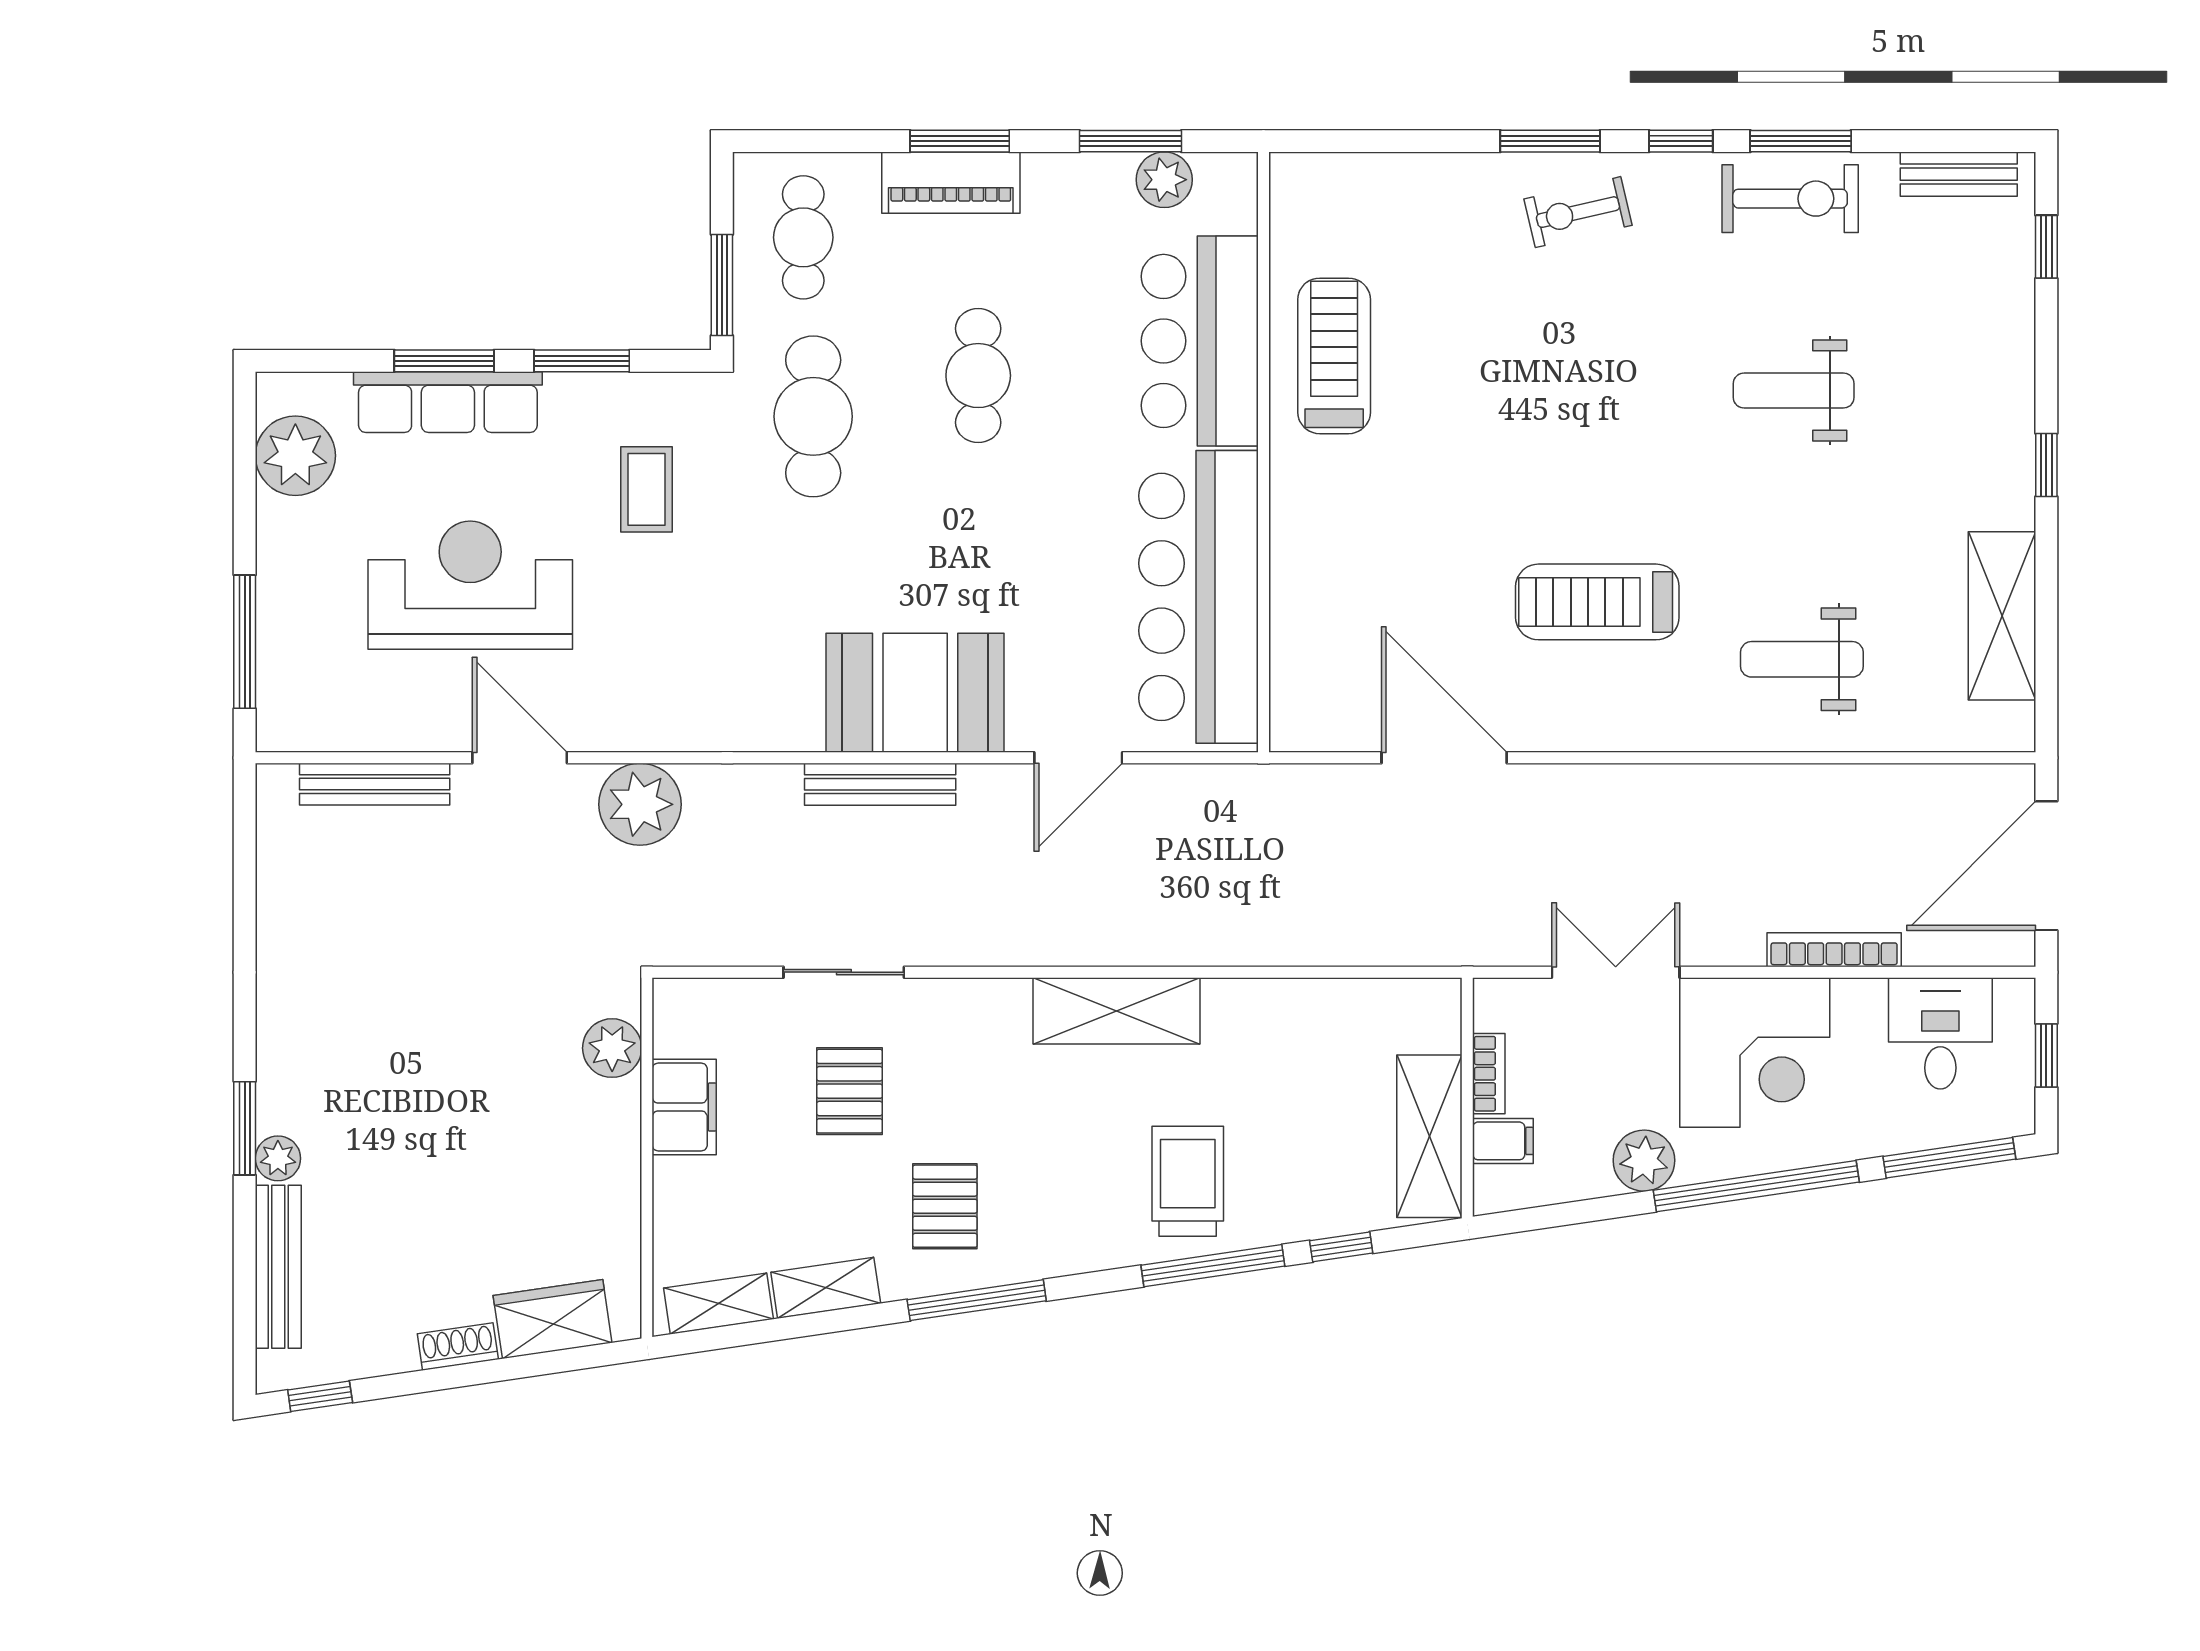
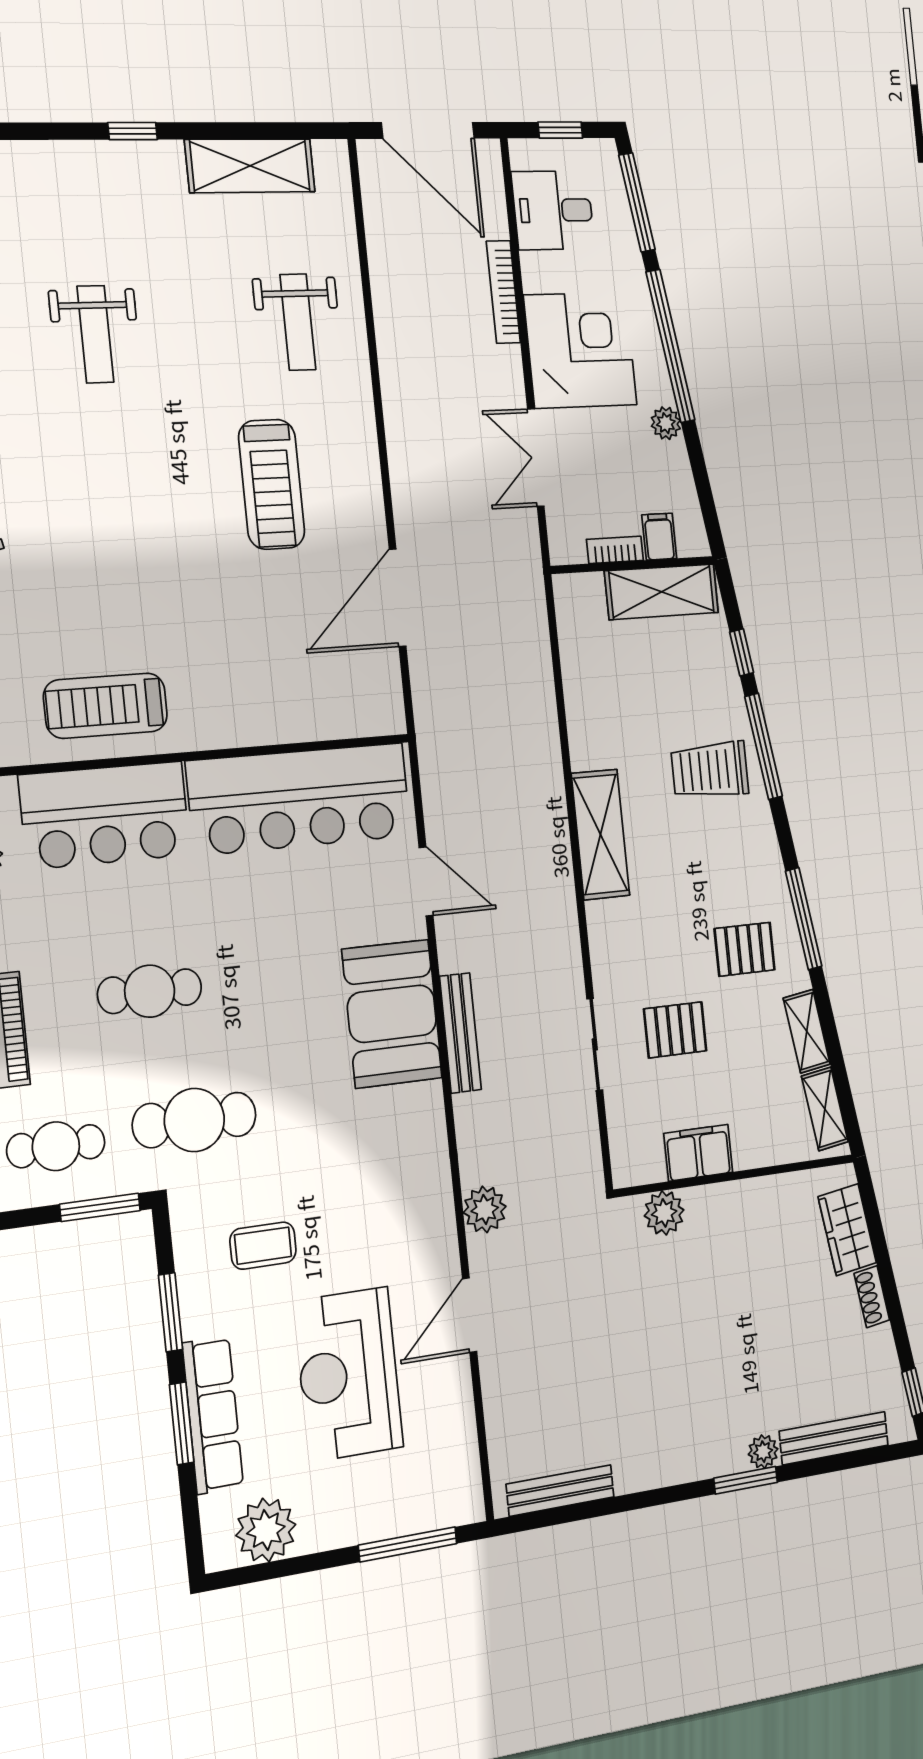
bench: (375, 784) -> (560, 1491), moved, turned 90
plant: (640, 804) -> (485, 1209), width x0.73, depth x0.73
plant: (1644, 1161) -> (666, 423), width x0.73, depth x0.73

